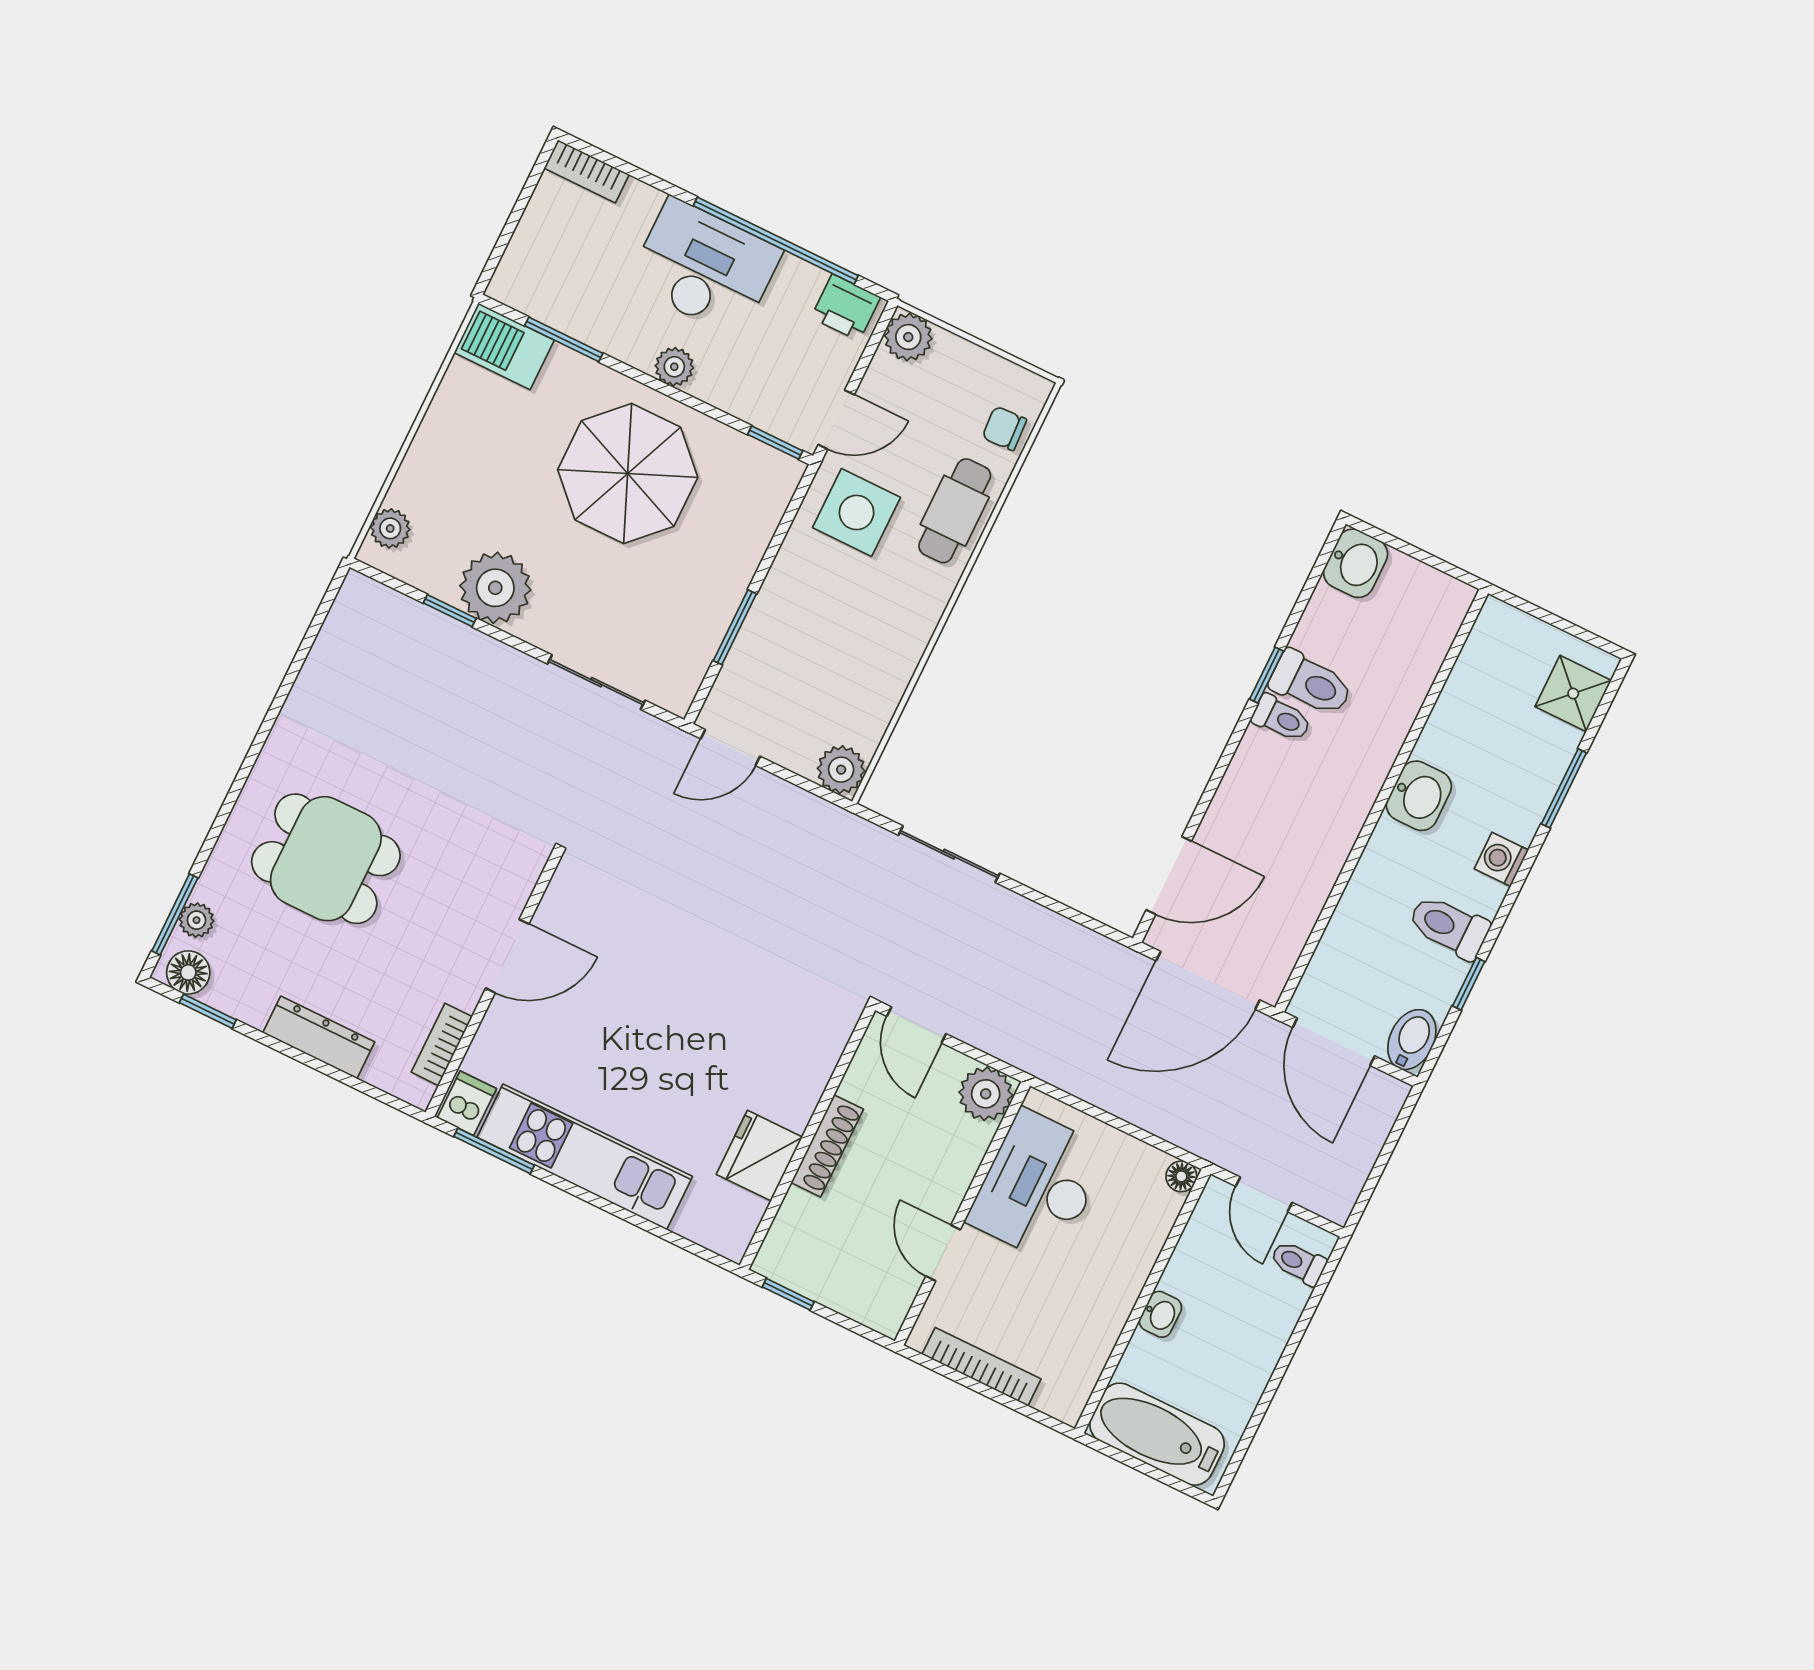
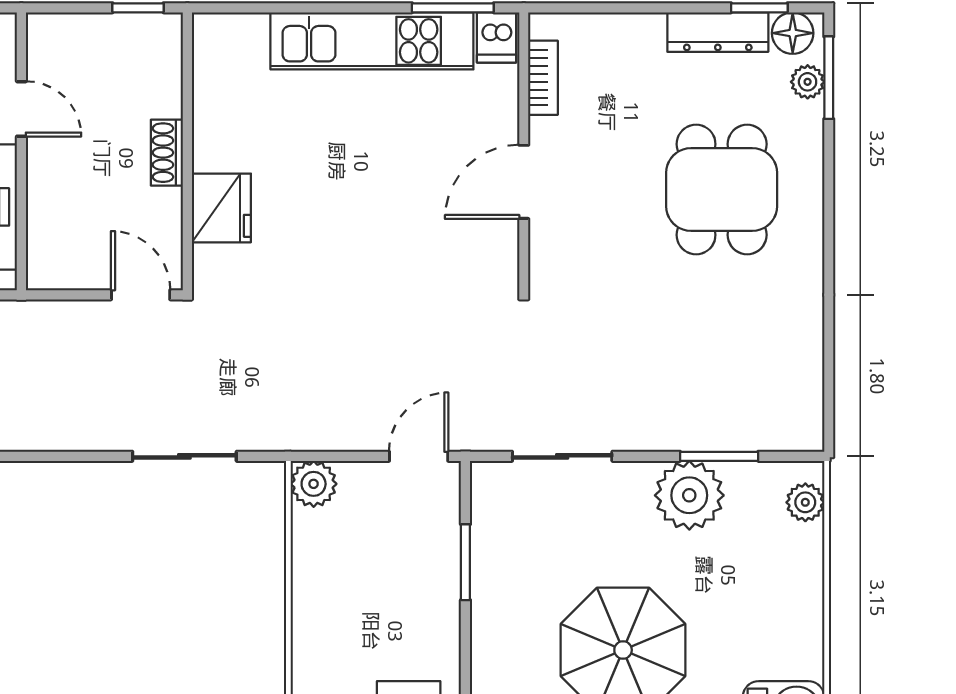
window: (450, 611) -> (719, 456), width x1.50
dining table: (326, 859) -> (722, 190), turned 90
dresser: (319, 1037) -> (718, 32), moved
plant: (986, 1094) -> (52, 264), removed
shoe rack: (827, 1146) -> (167, 153), width x0.70
fridge: (759, 1156) -> (221, 208), moved

